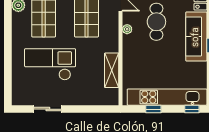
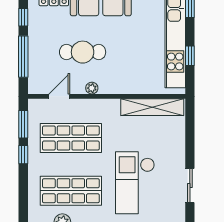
shelving: (112, 70) -> (152, 107), width x1.47

